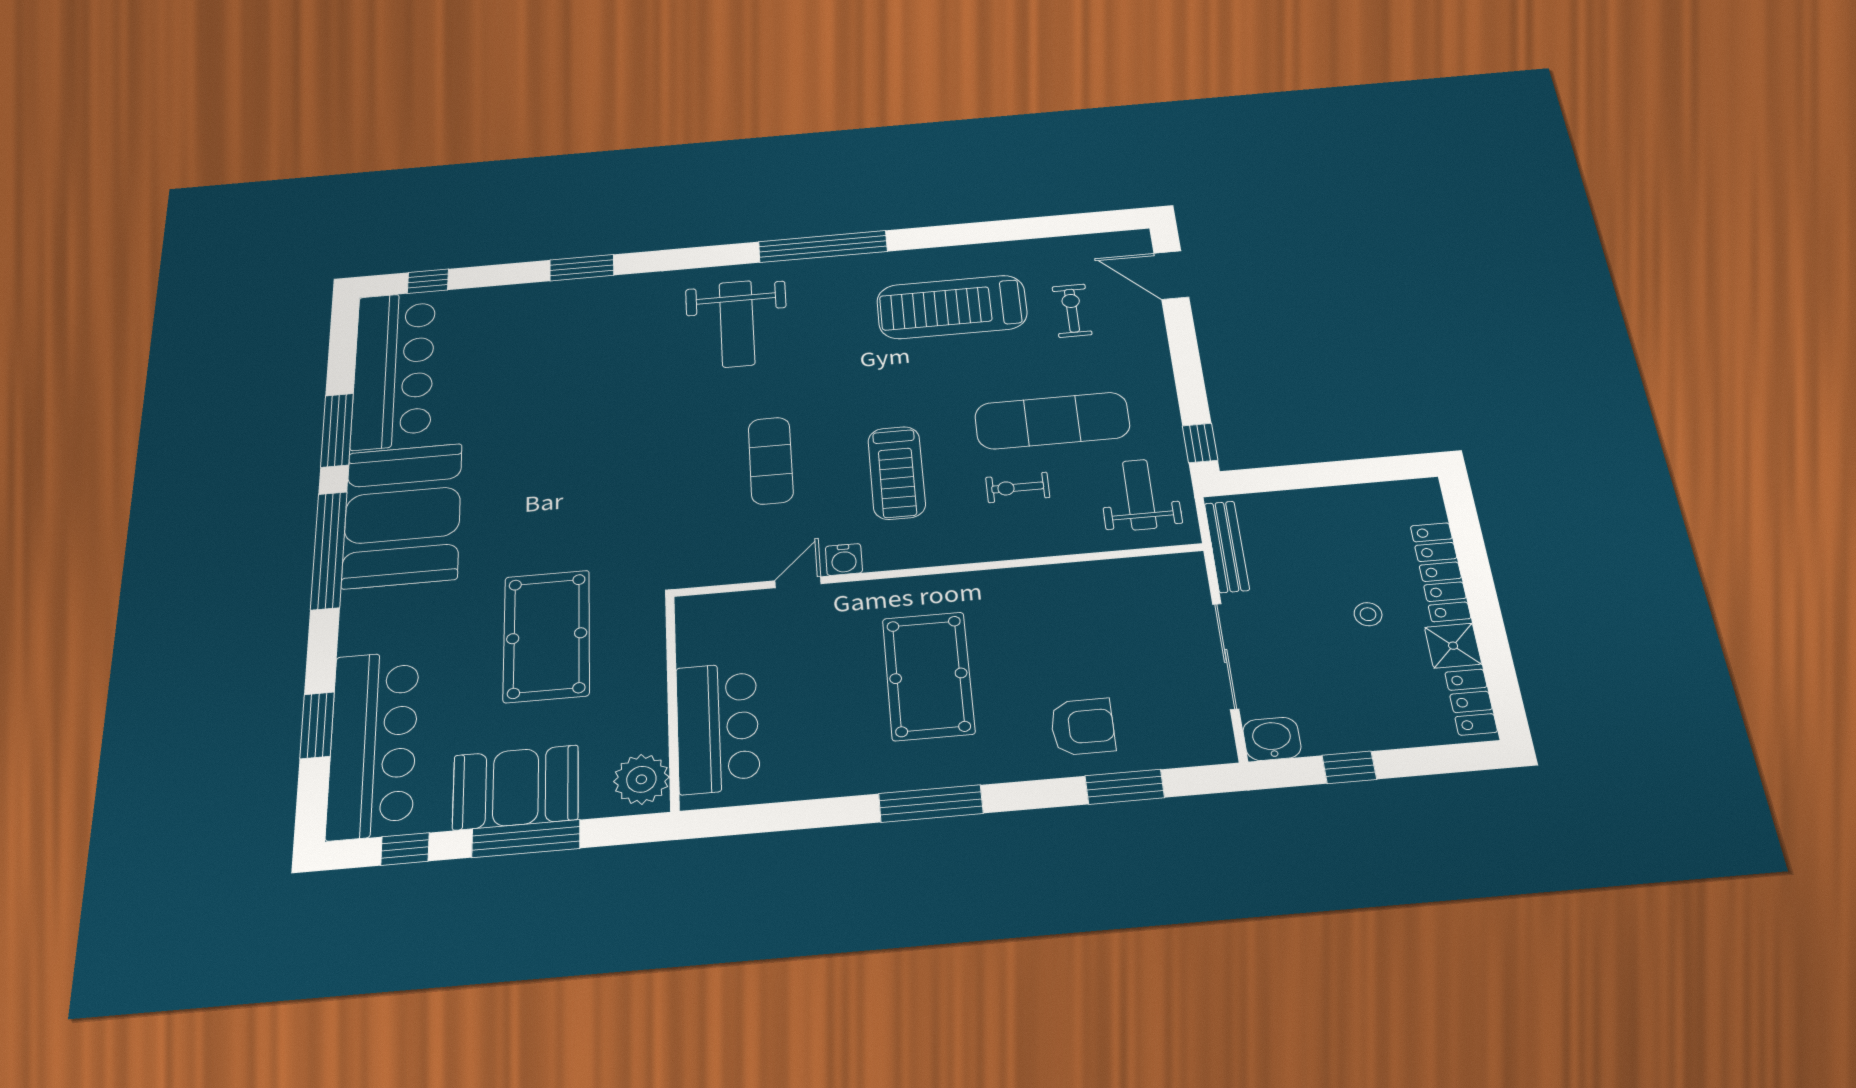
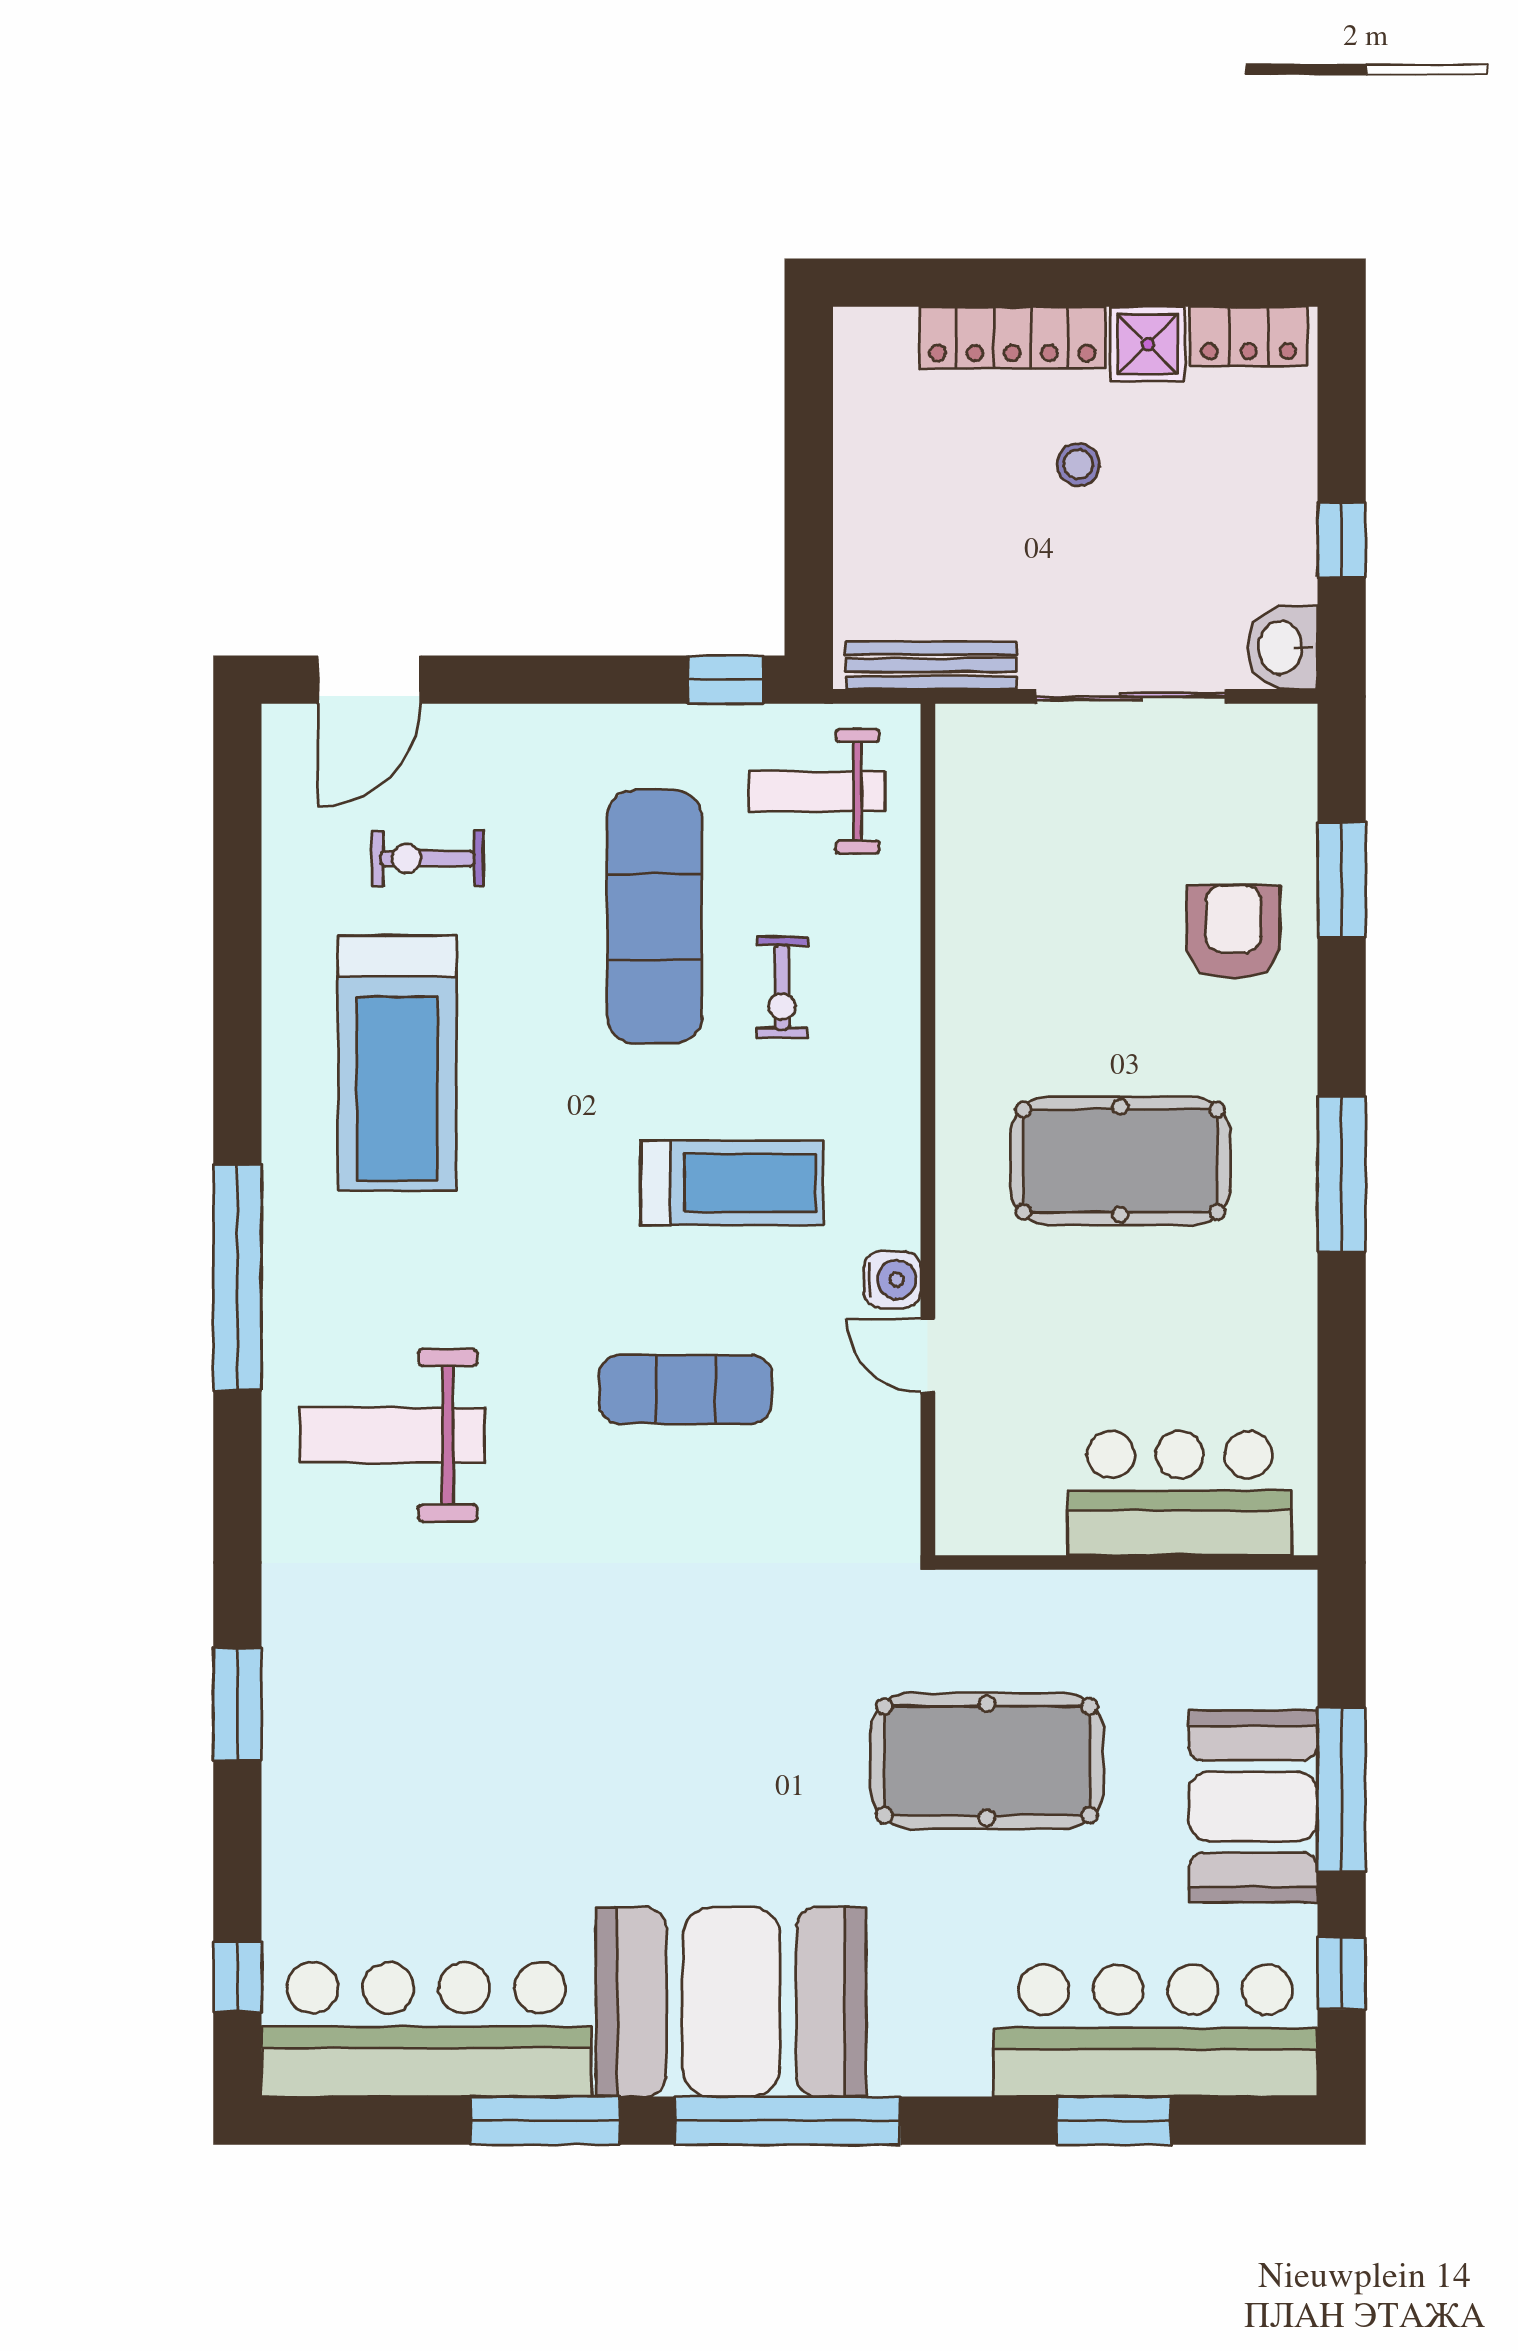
weight bench: (737, 324) -> (392, 1435), turned 180
plant: (641, 779) -> (1258, 1613), removed

